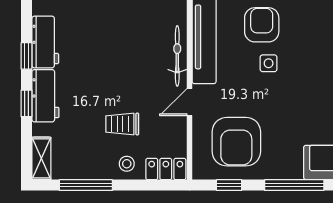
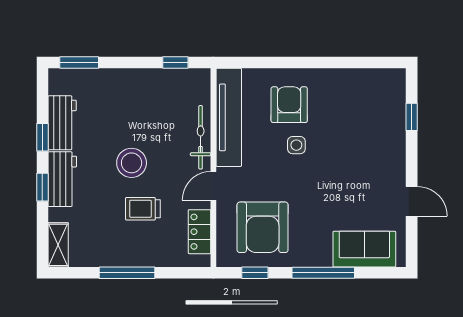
stool: (127, 164) -> (132, 163), moved, width x1.89, depth x1.89
locker: (166, 169) -> (200, 232), moved, turned -90
window: (86, 185) -> (127, 273), moved

